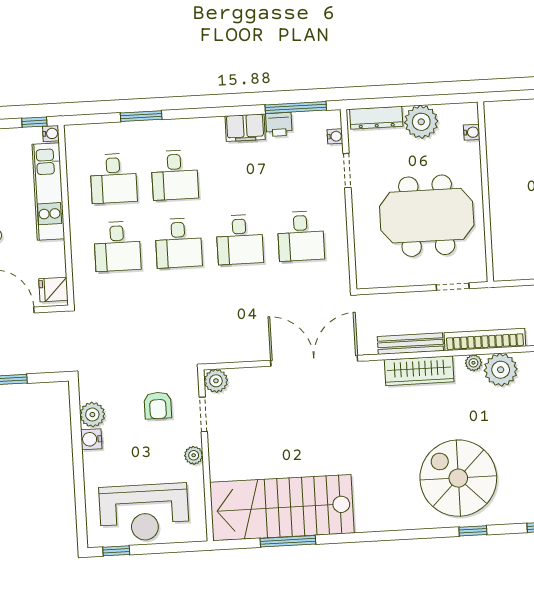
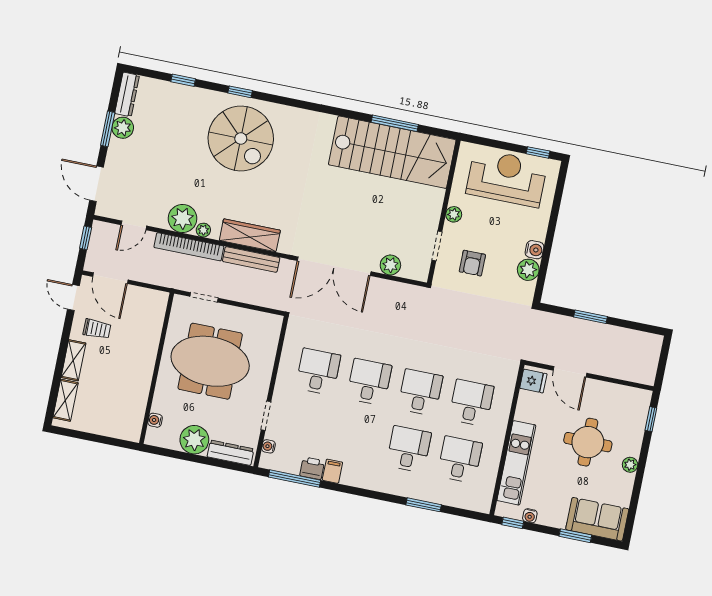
filing cabinet: (245, 128) -> (332, 471), width x0.50
water cooler: (51, 133) -> (530, 516), moved, turned -90
plant: (216, 381) -> (390, 265), moved
armchair: (158, 405) -> (472, 263), turned 180

